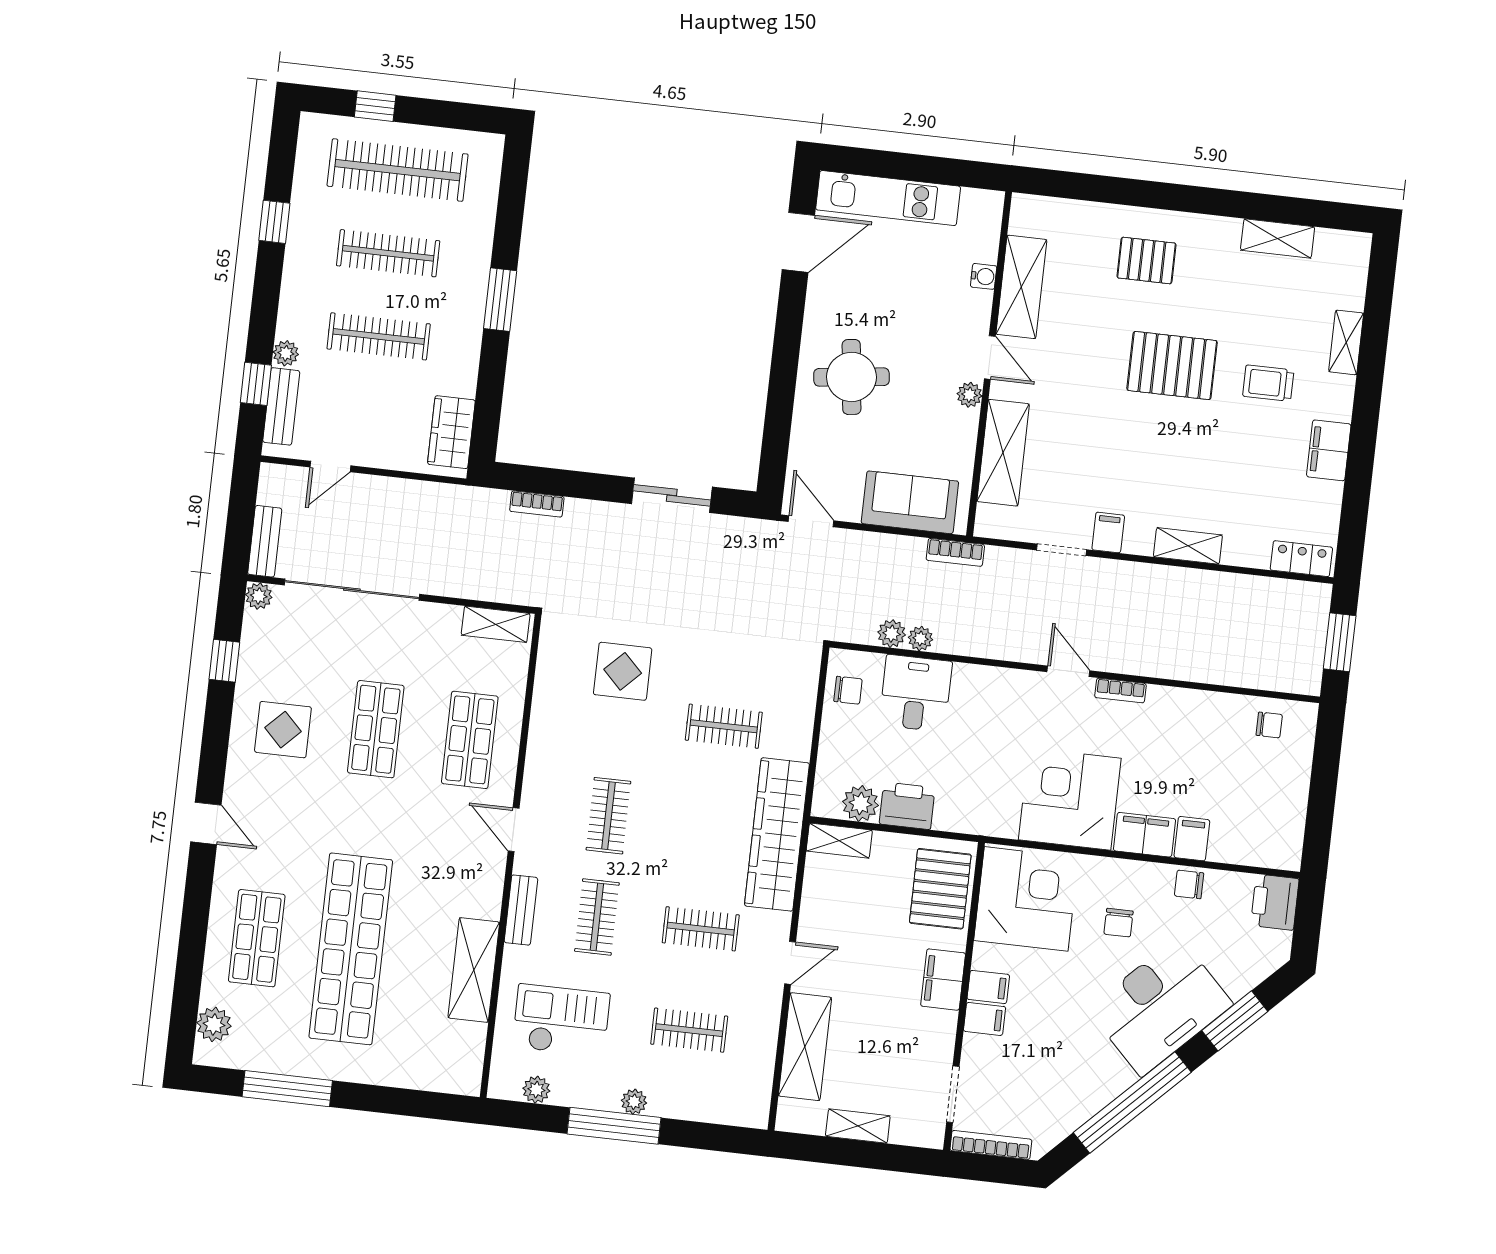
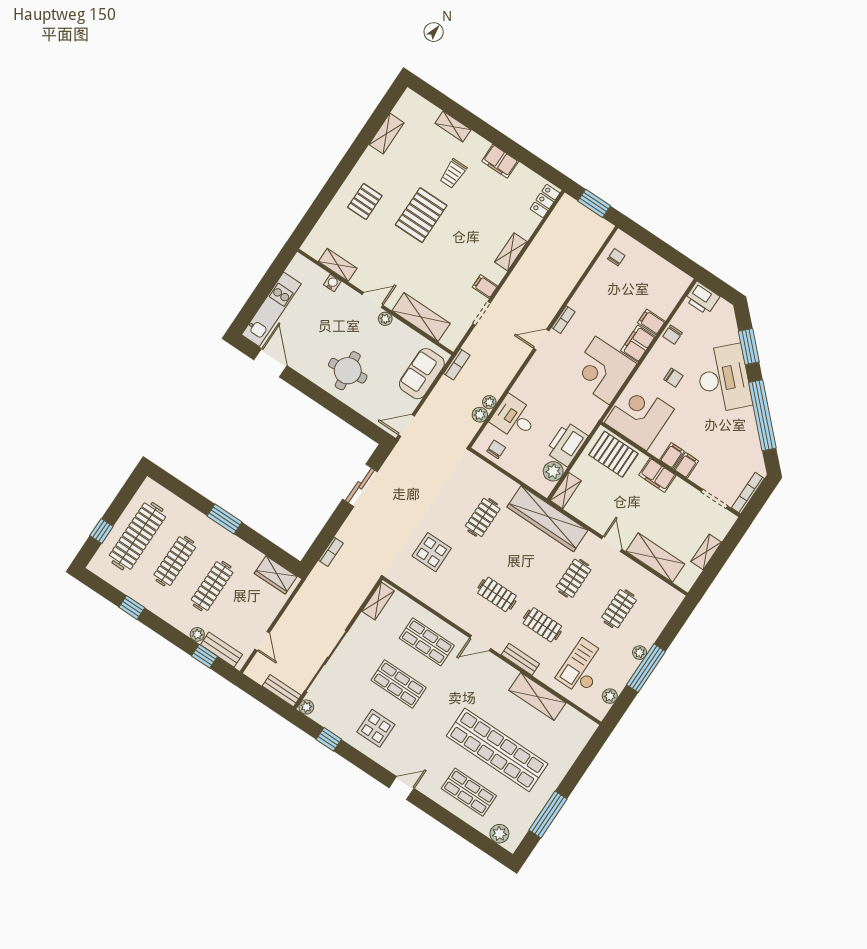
shelving: (1021, 287) -> (338, 265), width x0.67, depth x0.75
printer: (907, 806) -> (567, 444), width x1.37, depth x1.19

